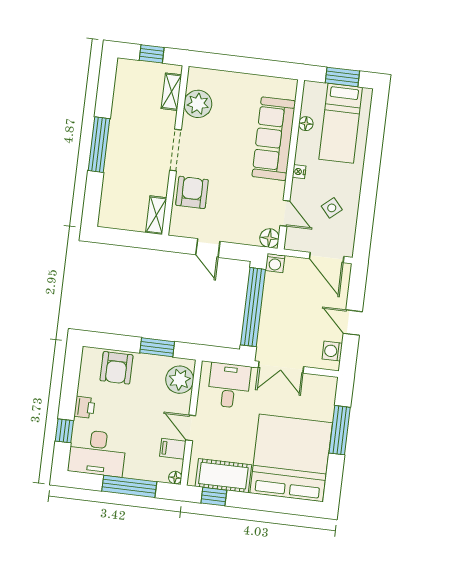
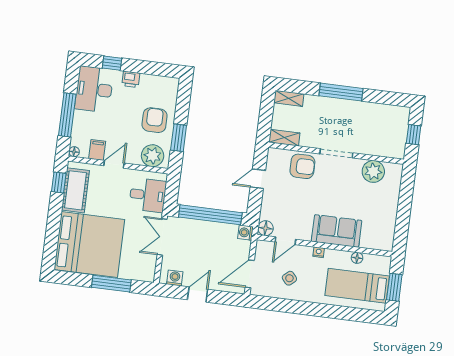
shelving: (171, 92) -> (289, 98), moved
sofa: (274, 139) -> (337, 231), width x0.73
armchair: (116, 368) -> (155, 120), moved, turned 90

